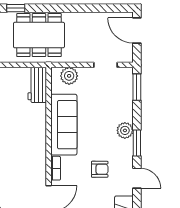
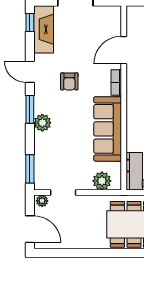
plant: (125, 57) -> (42, 201), added
armchair: (100, 169) -> (69, 81), turned -90

